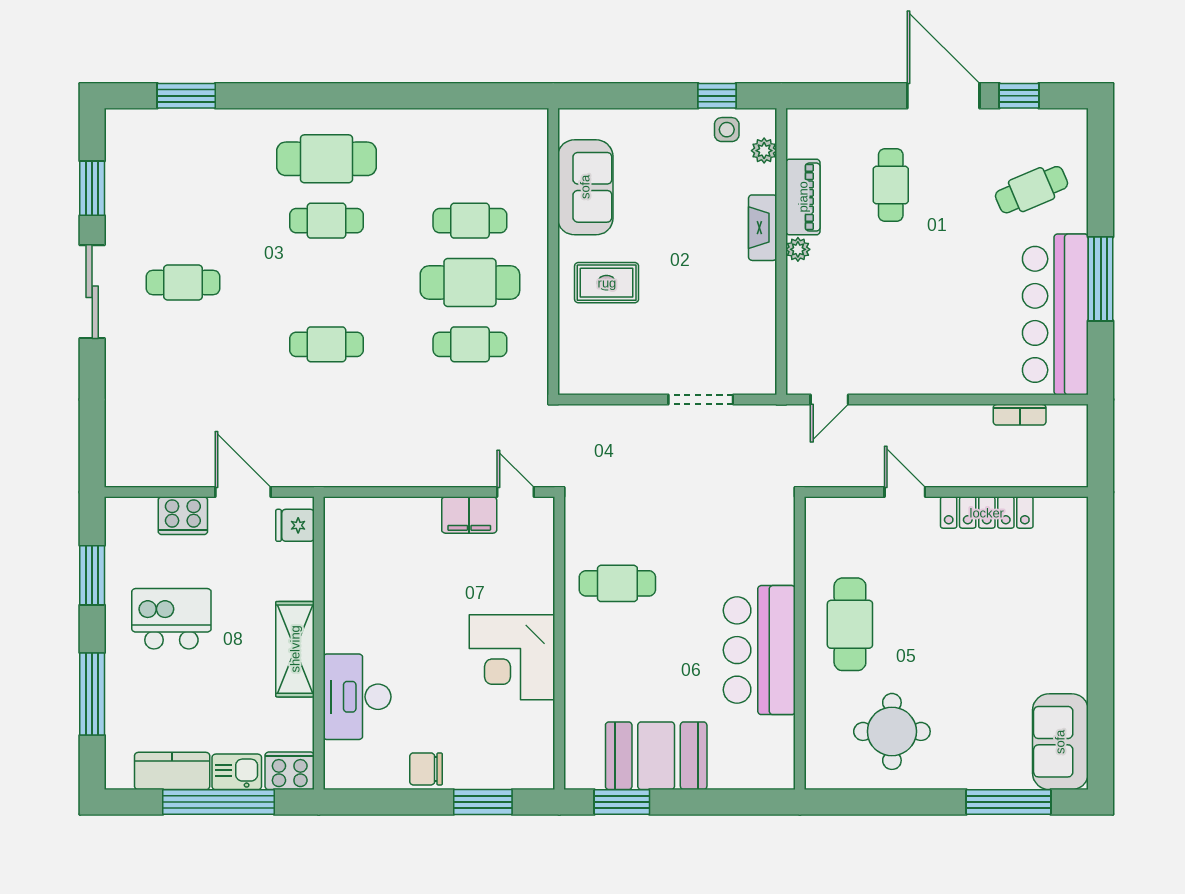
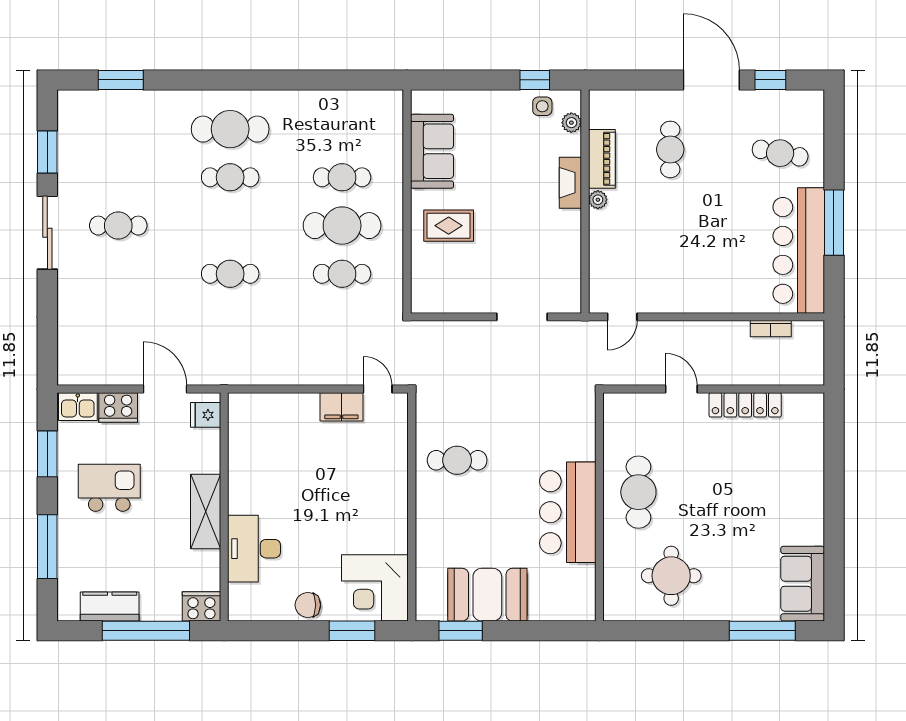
cafe table: (1032, 190) -> (780, 153), turned 34
corner desk: (512, 657) -> (375, 588), moved
kitchen sink: (237, 772) -> (78, 407), moved, turned 180

